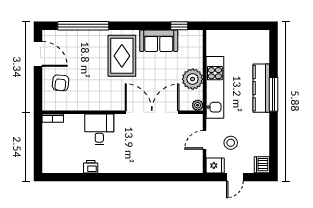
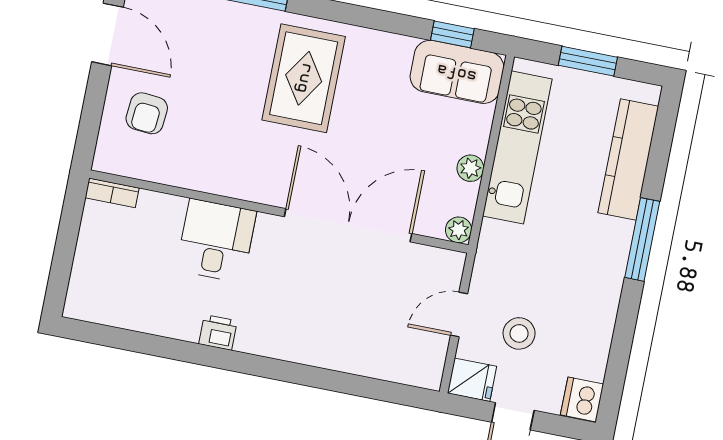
window: (237, 26) -> (588, 61), added
sofa: (159, 41) -> (457, 72), moved
plant: (193, 79) -> (470, 168), width x0.53, depth x0.53
kitchen unit: (215, 87) -> (517, 147), moved
kitchen counter: (261, 88) -> (628, 159), moved
printer: (91, 167) -> (218, 332), moved

